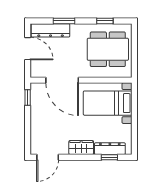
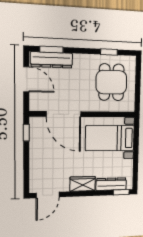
window: (64, 21) -> (51, 49), moved
dining table: (108, 49) -> (111, 82), width x0.73
window: (109, 157) -> (121, 192), moved

